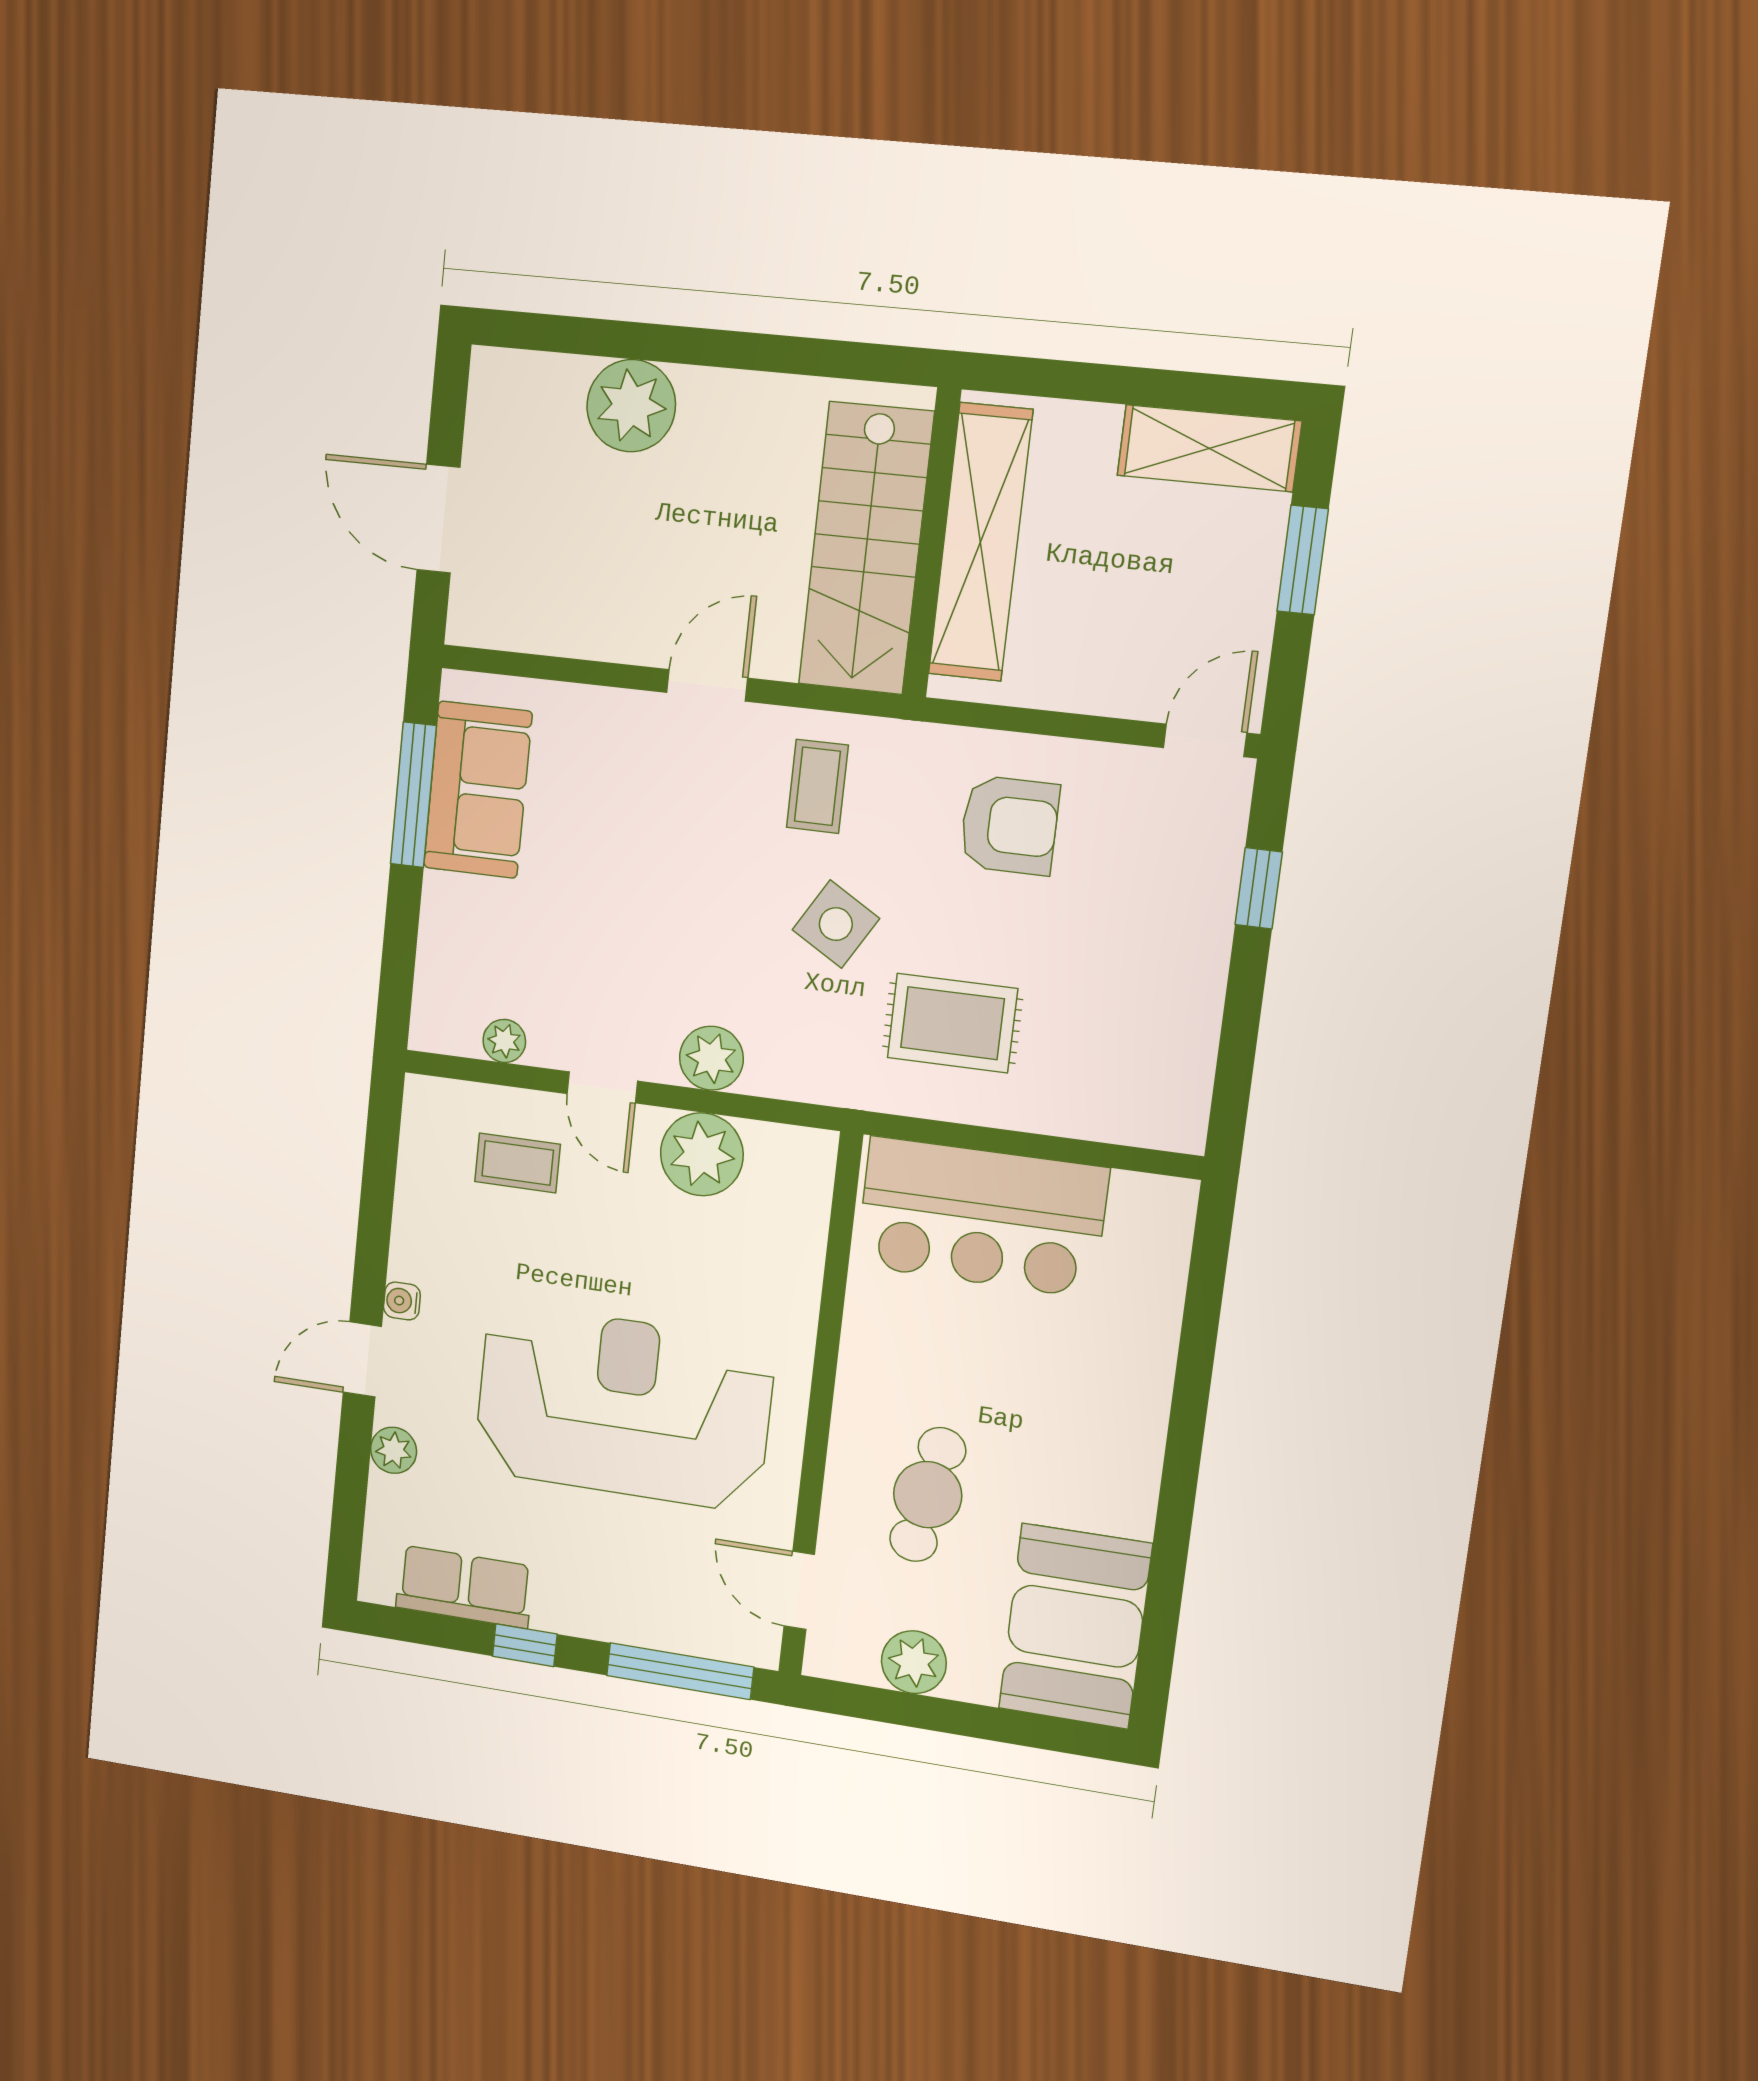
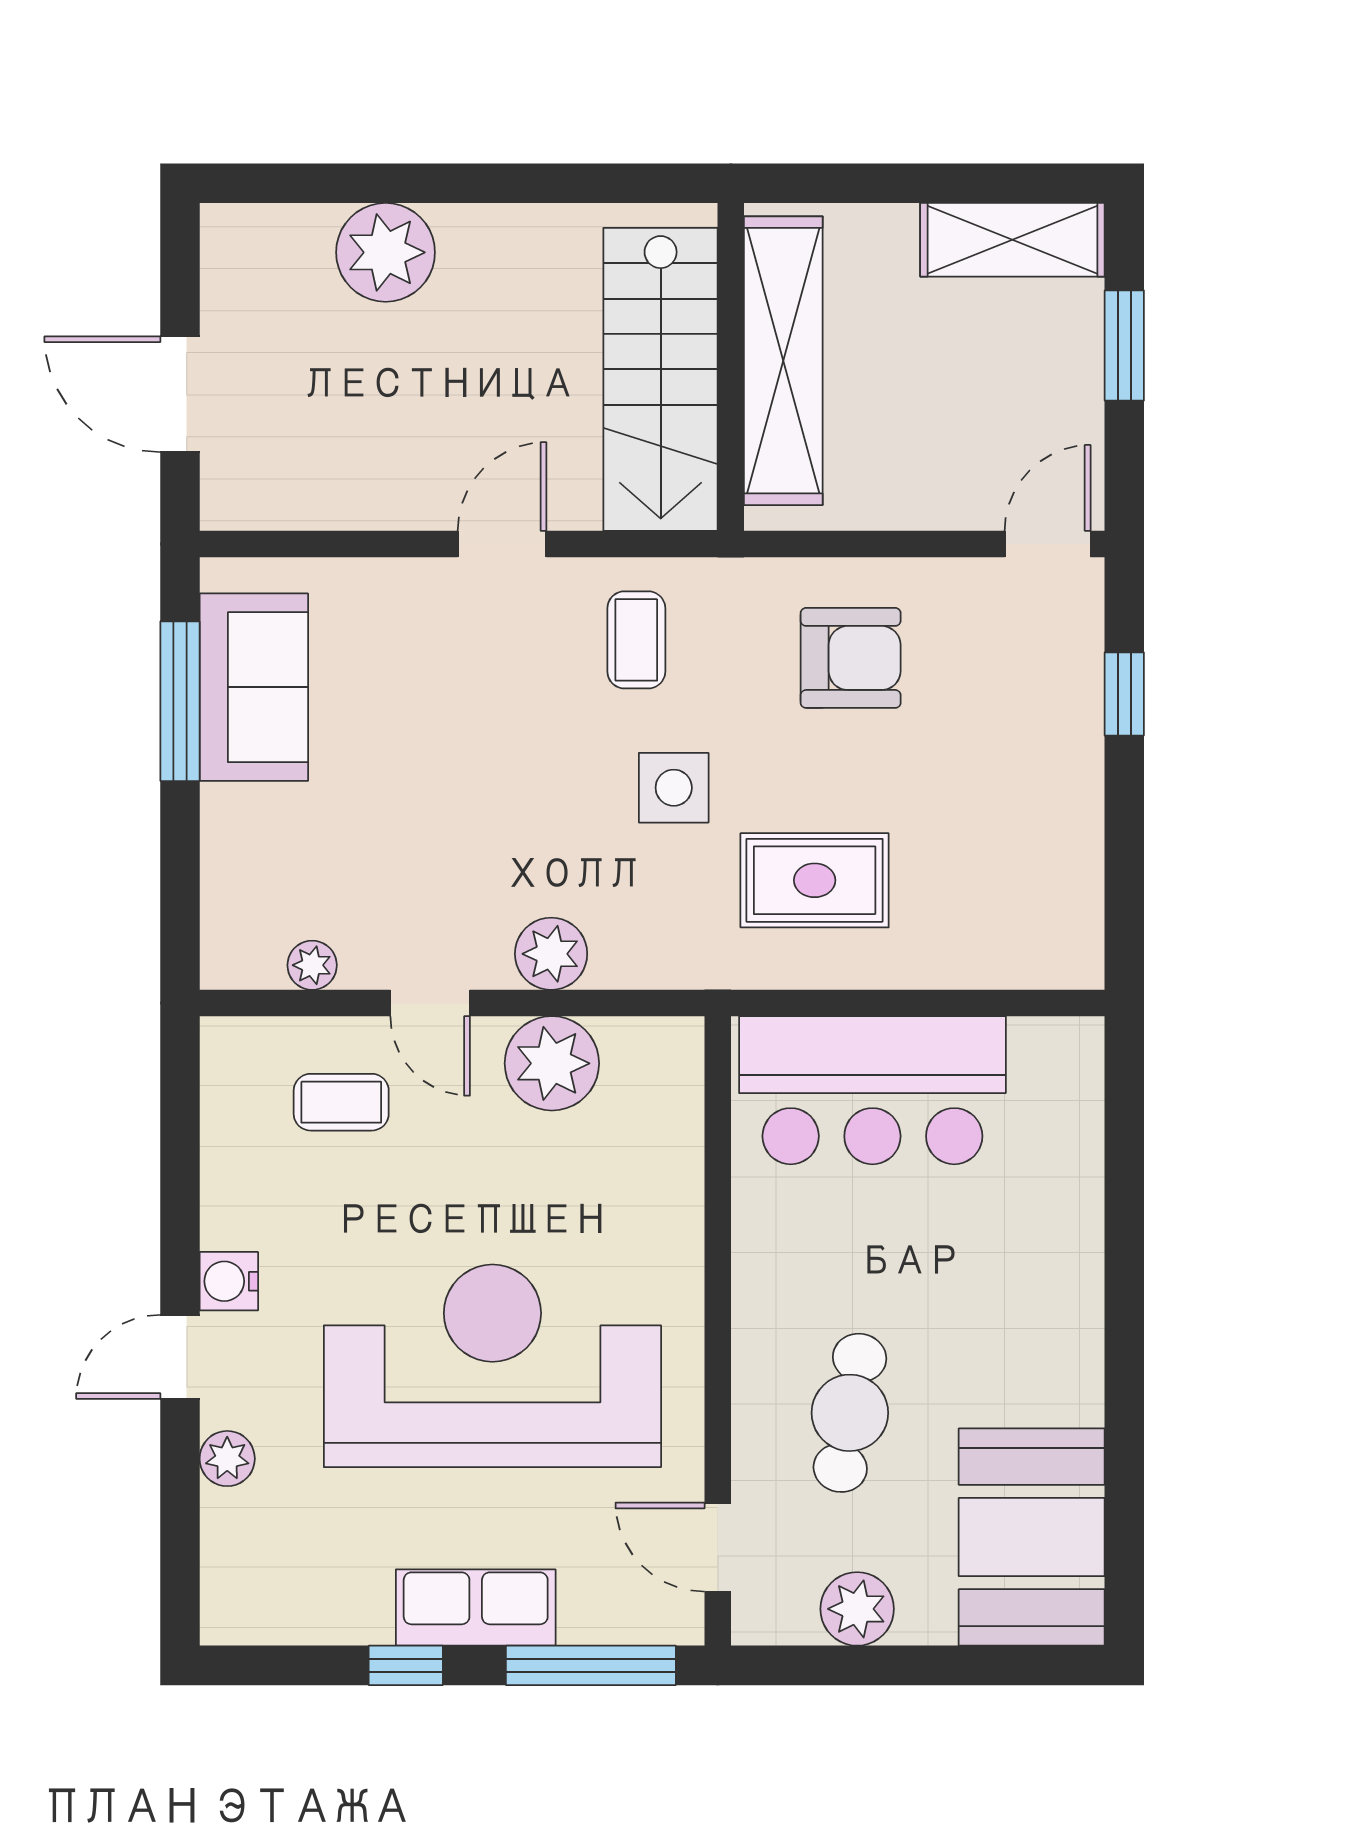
side table: (836, 924) -> (674, 788), turned -31
water cooler: (402, 1301) -> (229, 1281), width x1.38, depth x1.38
row of seats: (464, 1587) -> (476, 1608), moved

